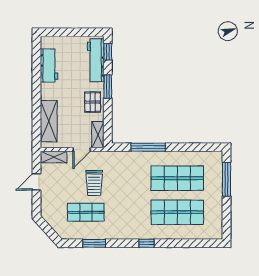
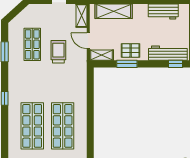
window: (108, 86) -> (127, 64), moved
window: (148, 147) -> (90, 100), removed
trolley: (94, 183) -> (58, 52), turned 90

